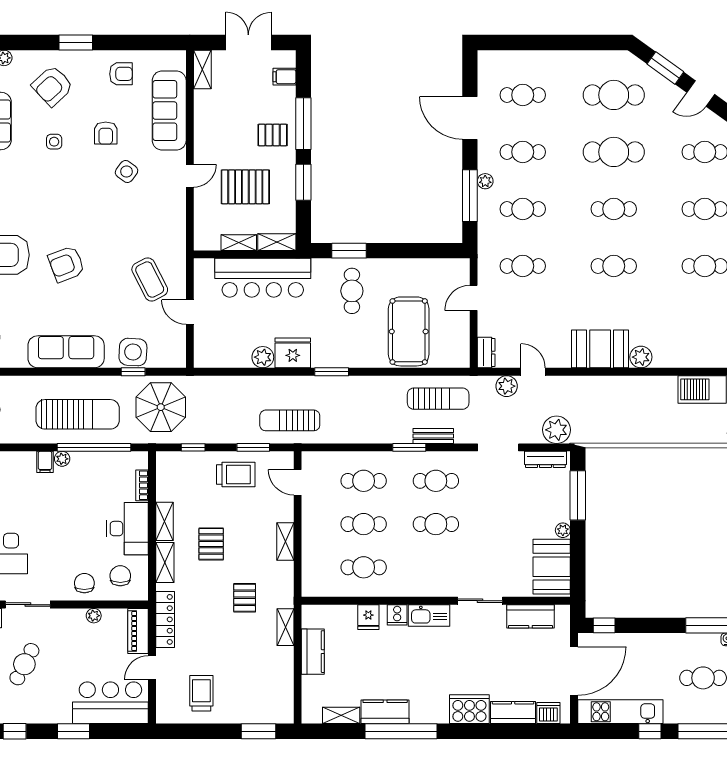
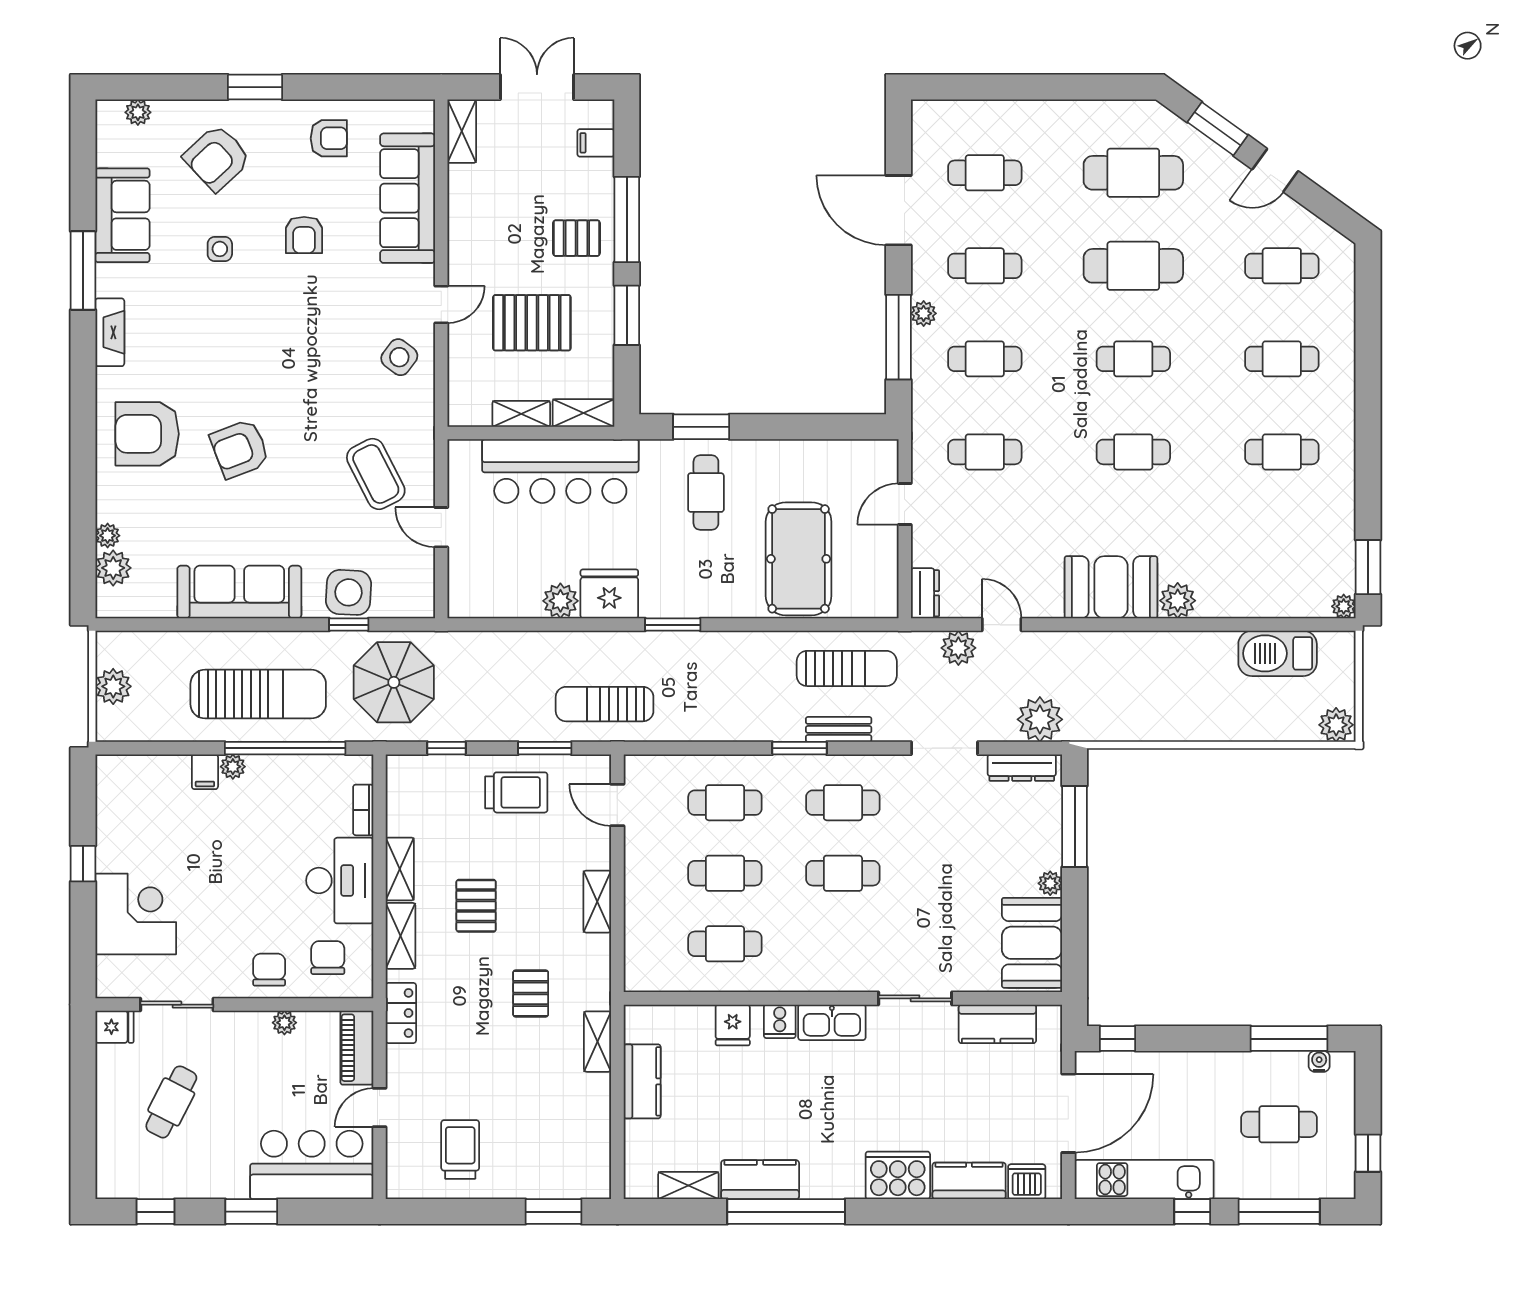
side table: (127, 172) -> (399, 357), moved
locker: (165, 619) -> (401, 1013), width x0.66

